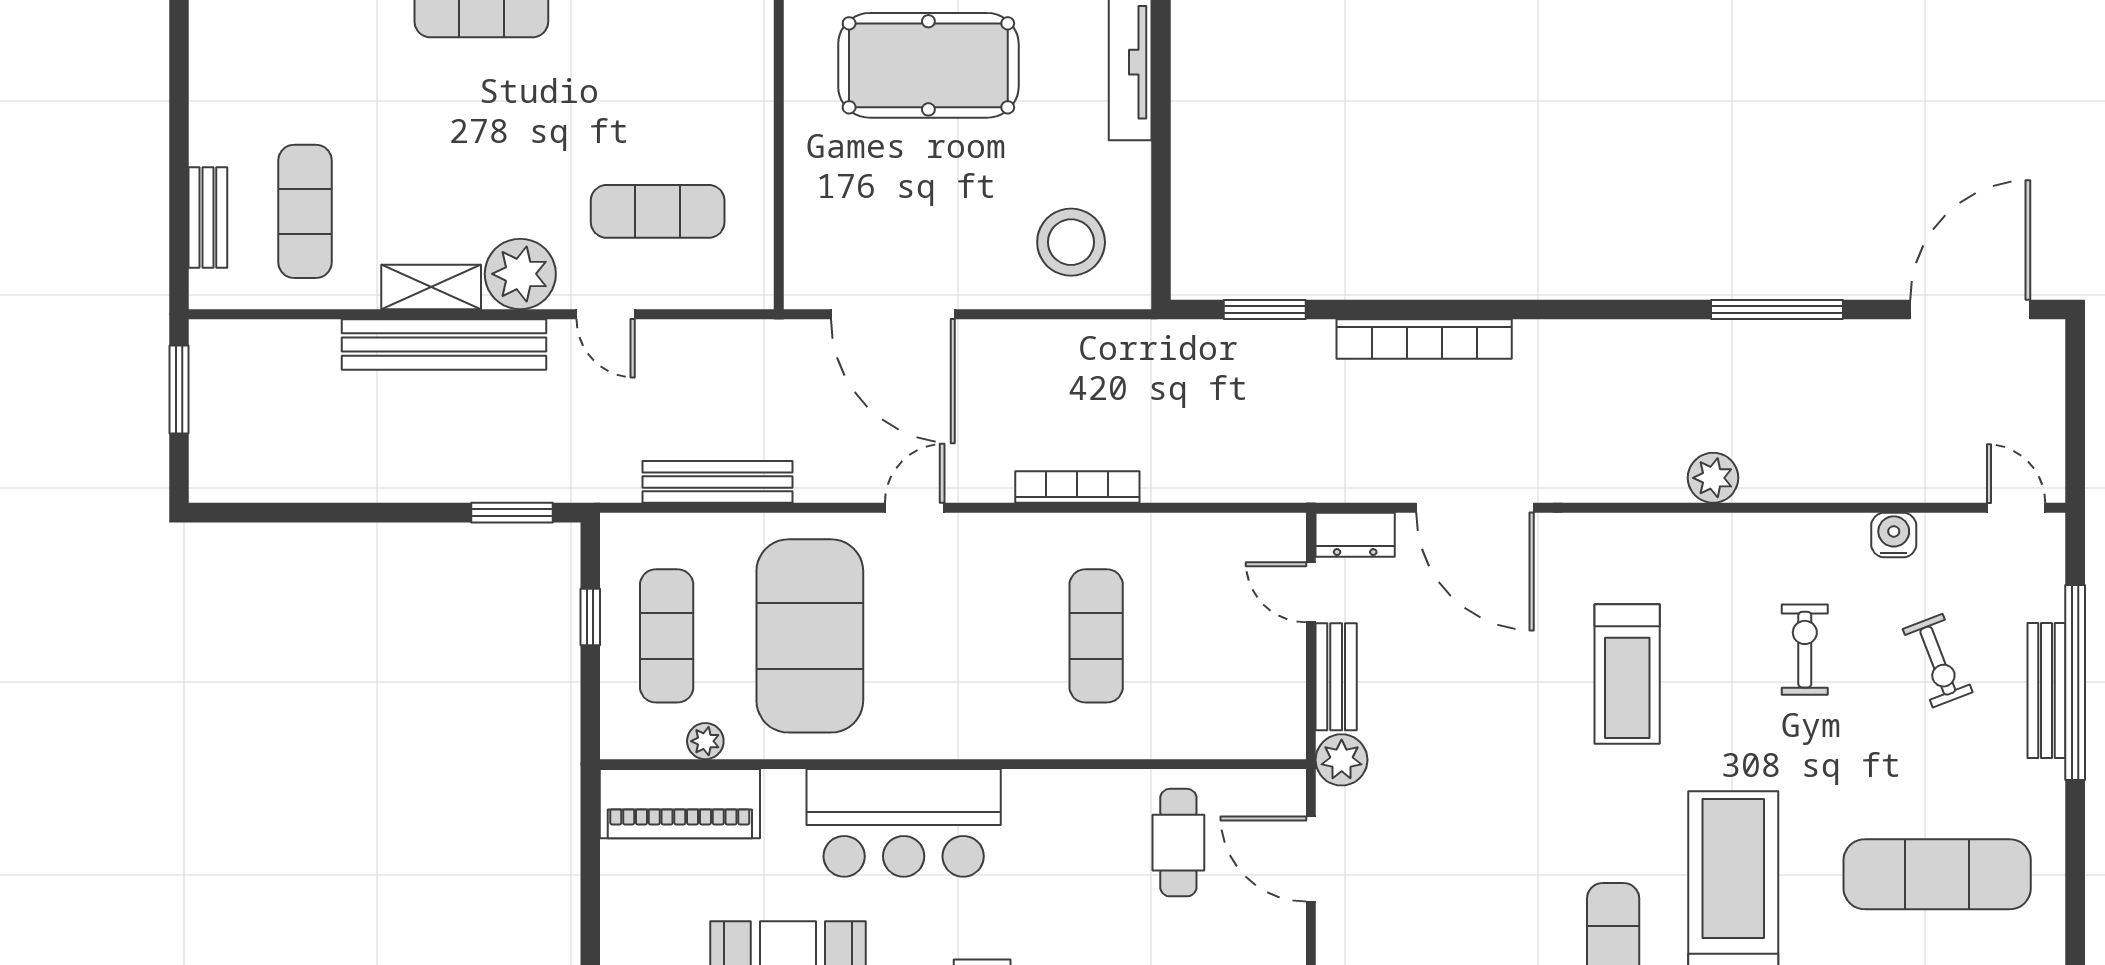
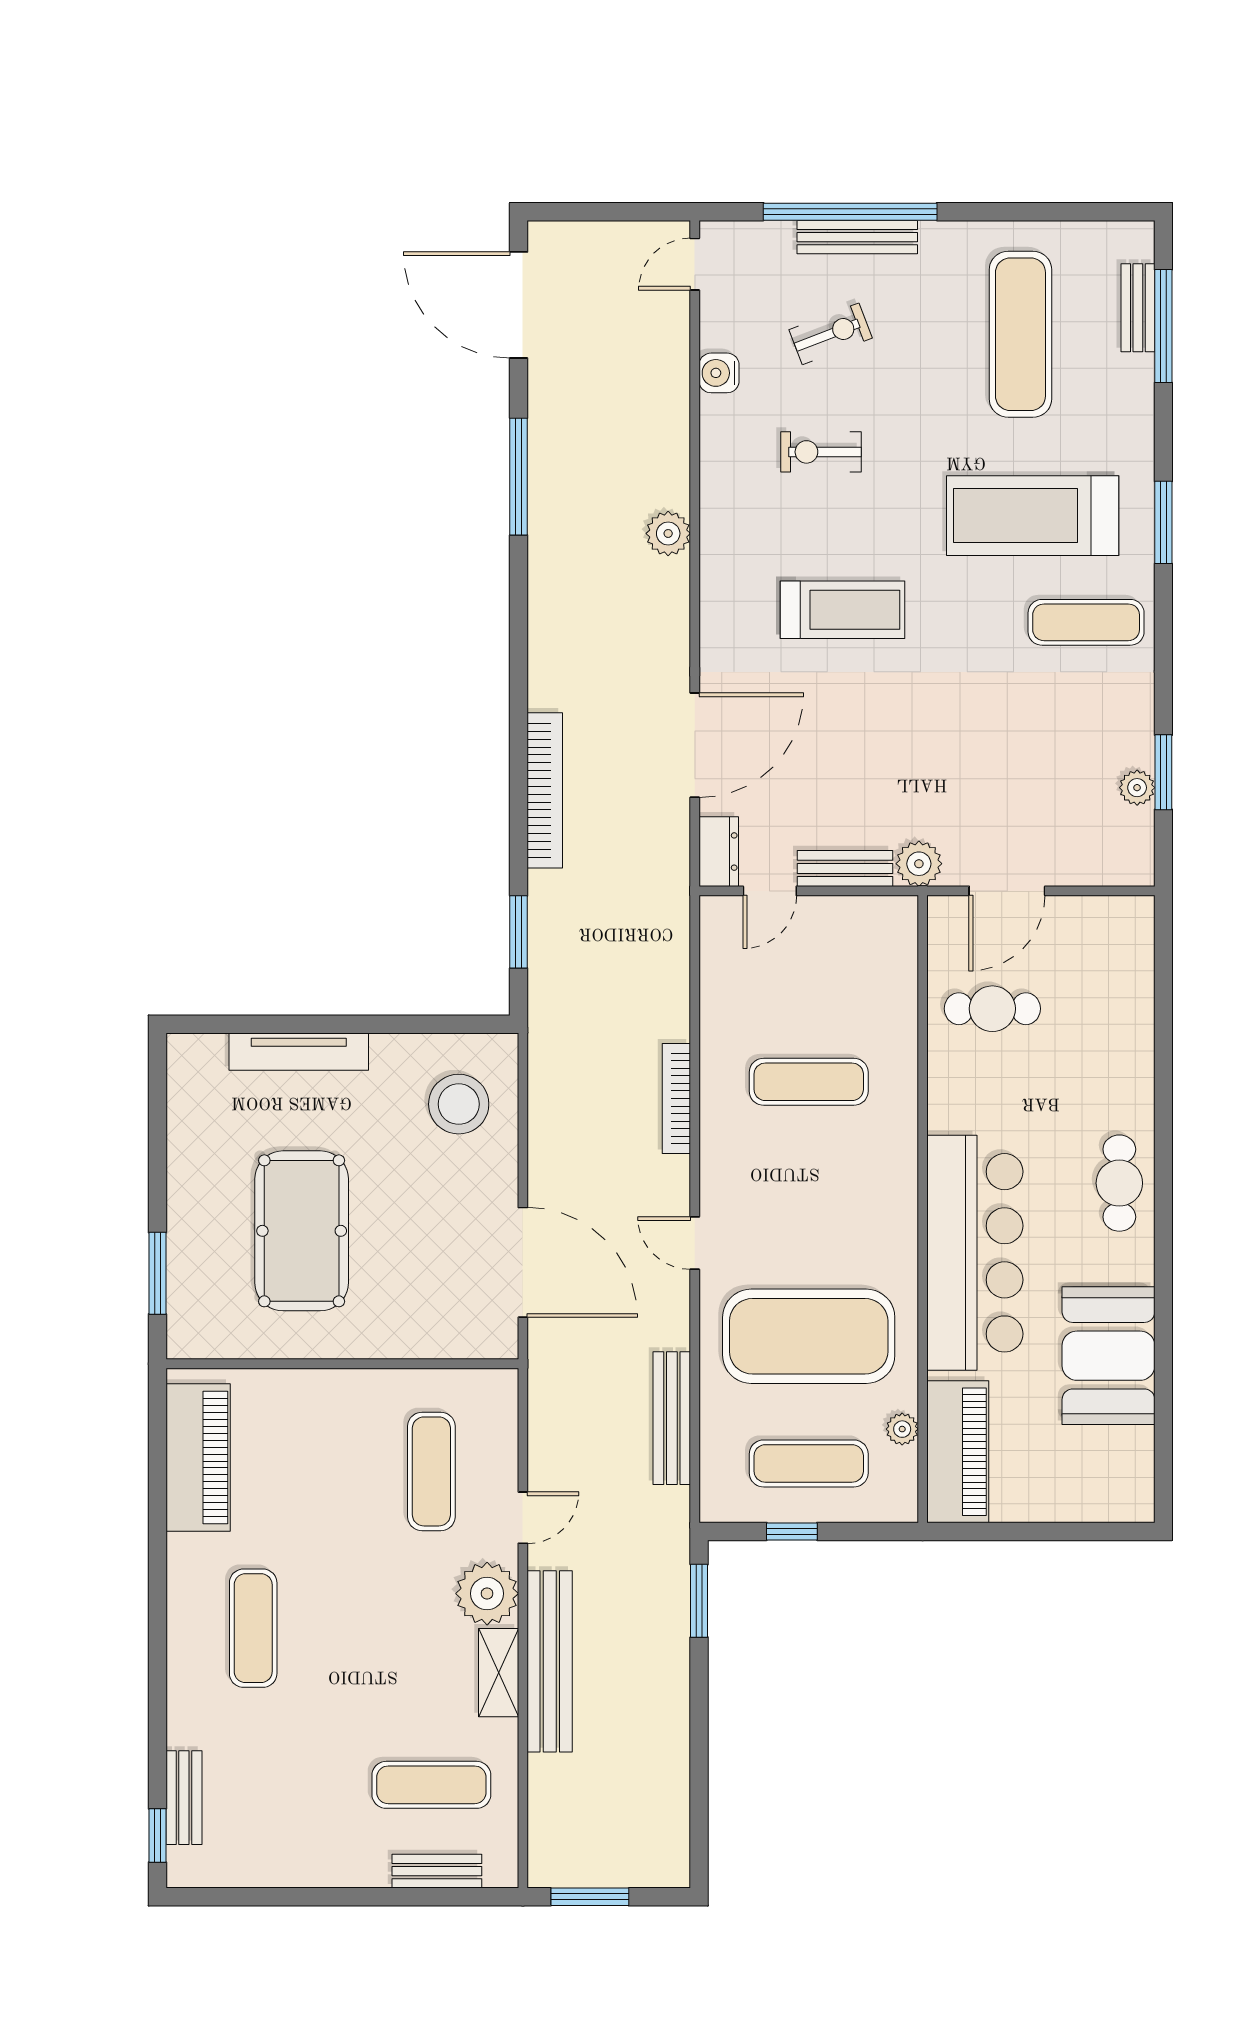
door: (893, 314) -> (523, 1262), hinge flipped
bar counter: (904, 823) -> (975, 1253), width x1.36

